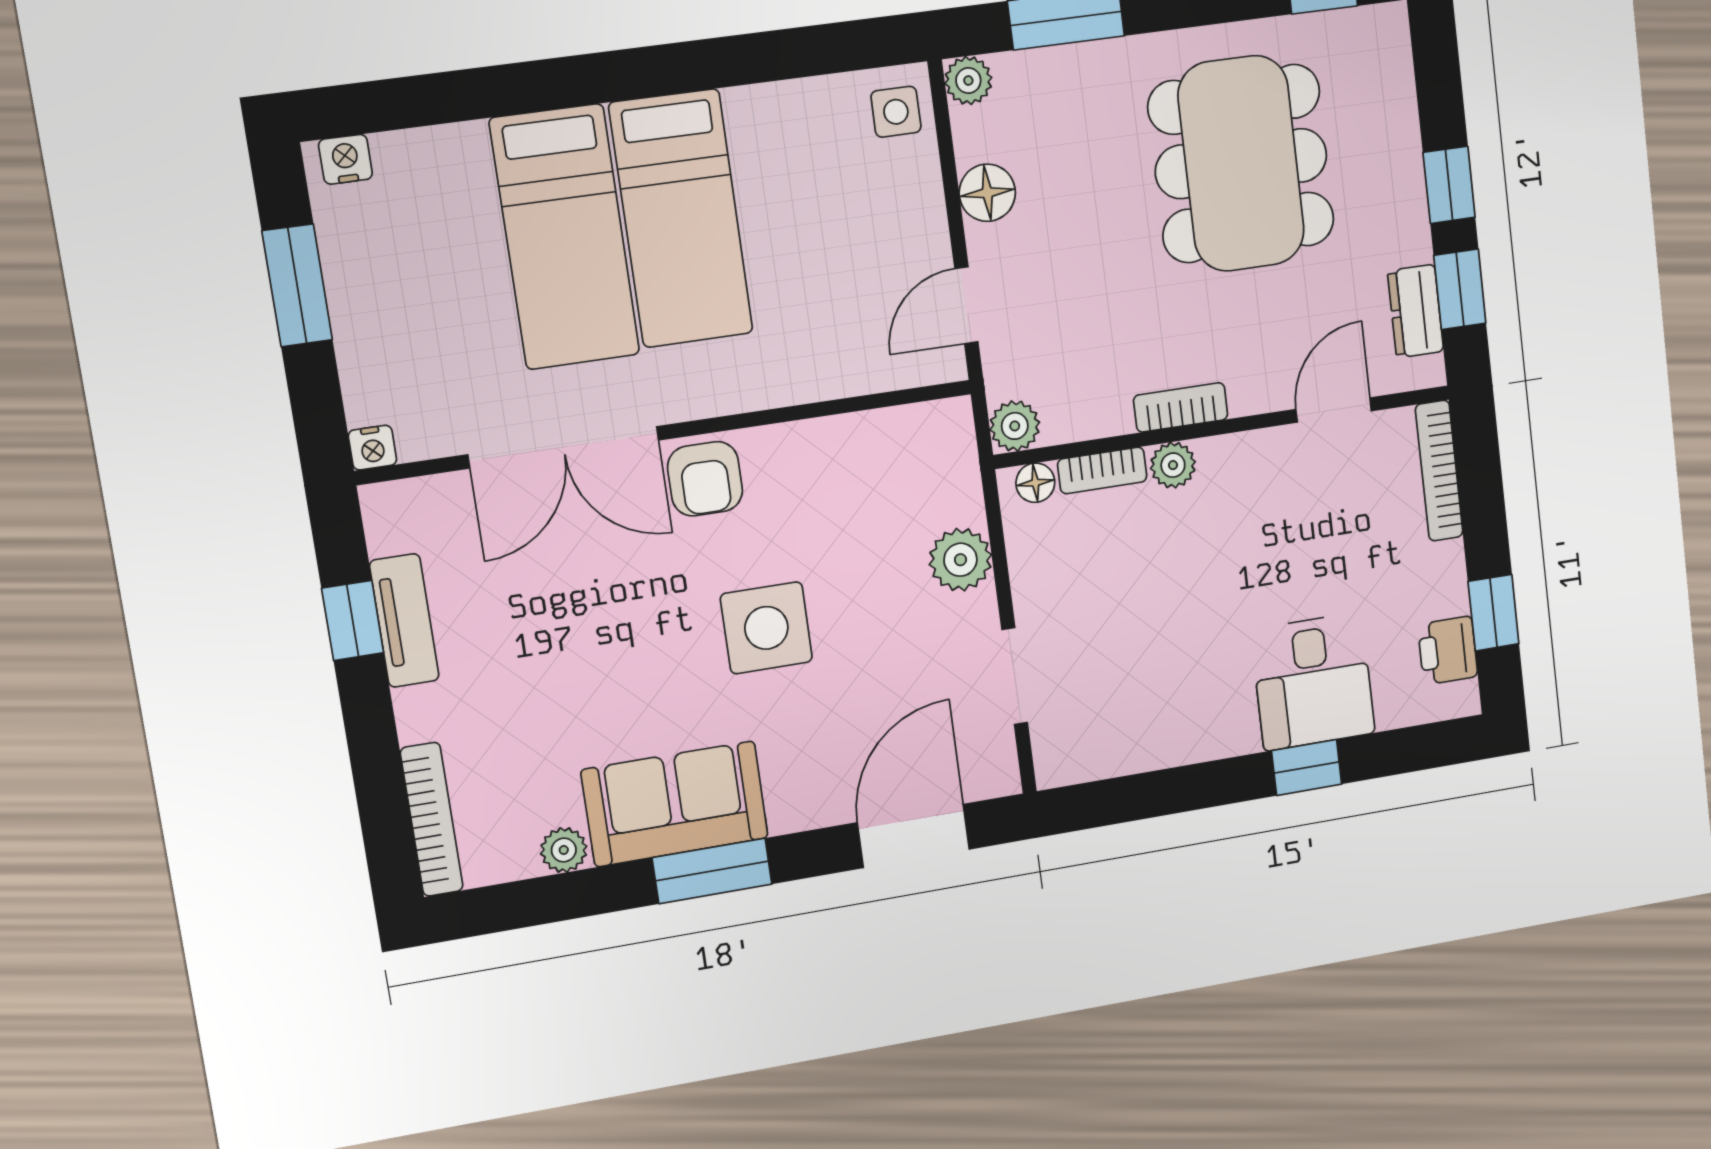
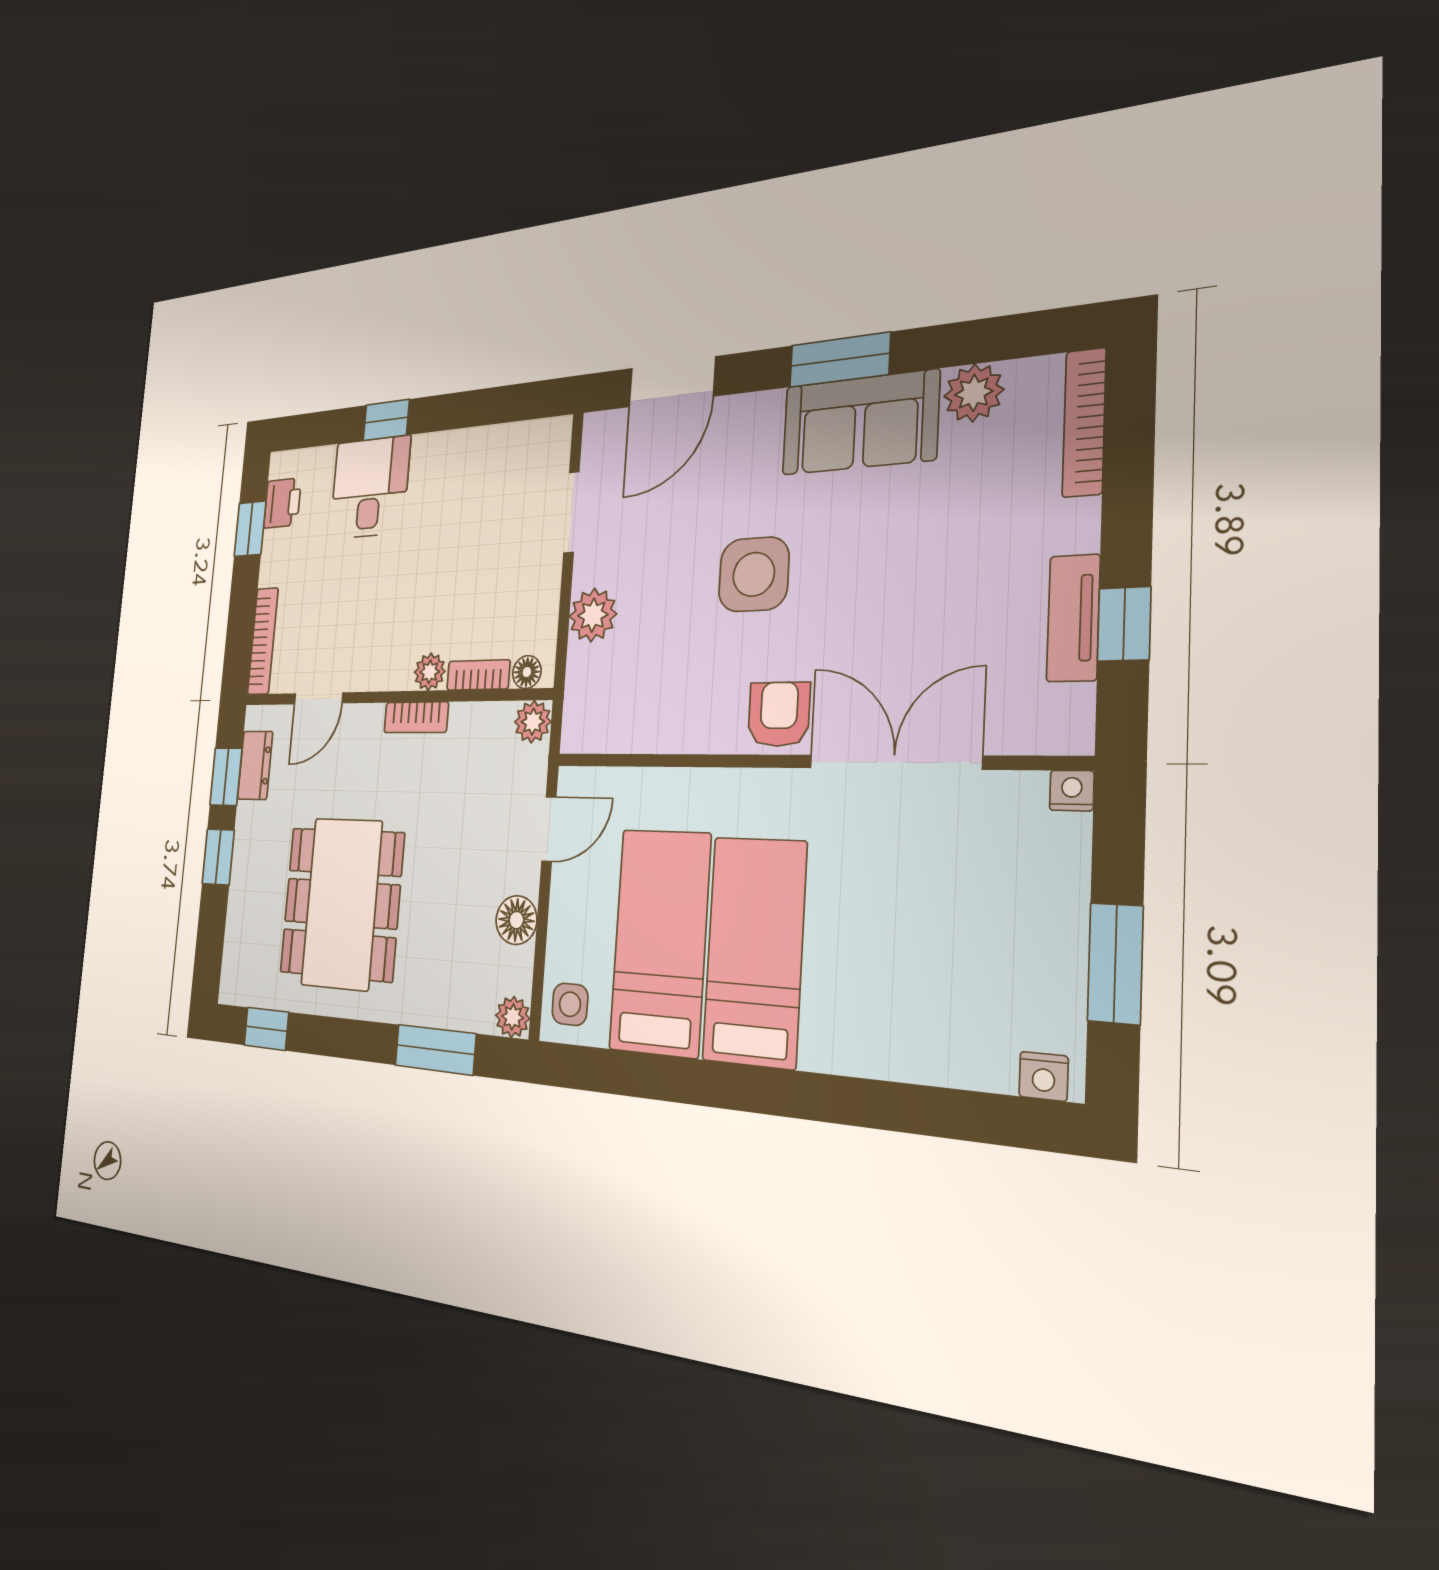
bed: (565, 237) -> (660, 942), moved
plant: (564, 850) -> (974, 393), width x1.38, depth x1.38

